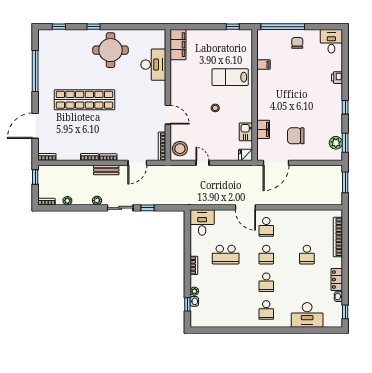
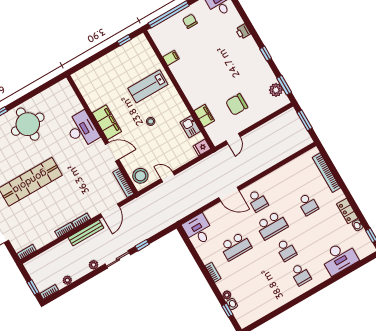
filing cabinet: (178, 45) -> (107, 122), moved
desk: (153, 65) -> (82, 130), moved
door: (276, 163) -> (233, 139), width x0.53
bench: (106, 170) -> (86, 233), width x1.36
window: (35, 177) -> (33, 287), moved
school desk: (266, 255) -> (272, 225), width x1.85

